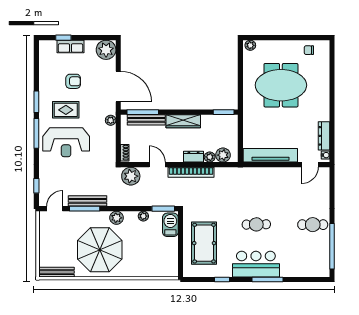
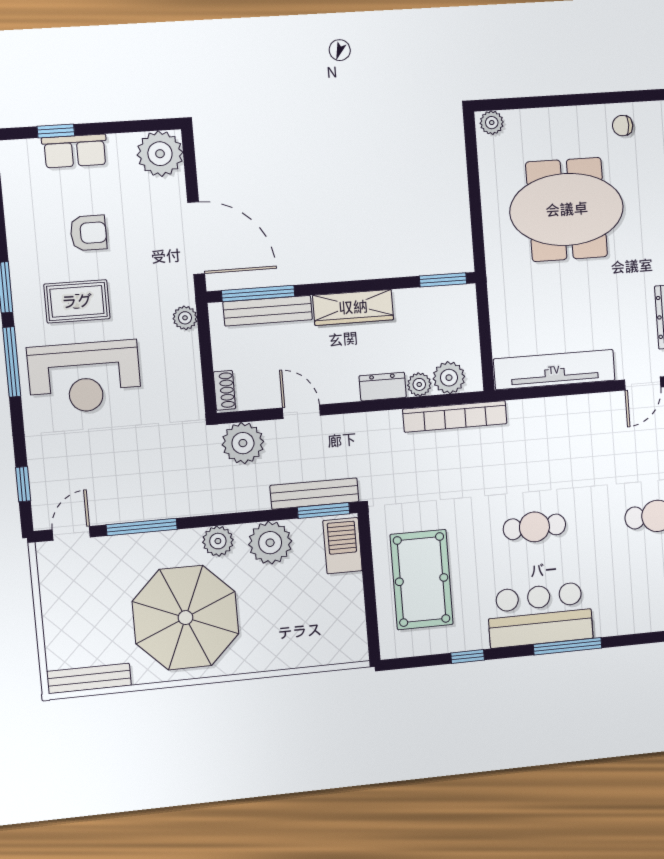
bookcase: (191, 172) -> (455, 416), moved
bench: (88, 201) -> (314, 494), moved
plant: (143, 216) -> (270, 543), width x1.87, depth x1.87

